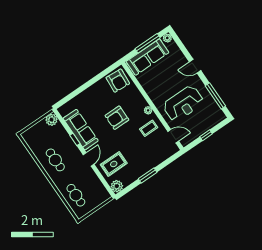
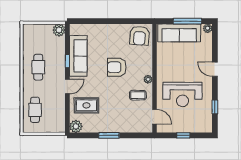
window: (215, 96) -> (215, 107), width x0.46

